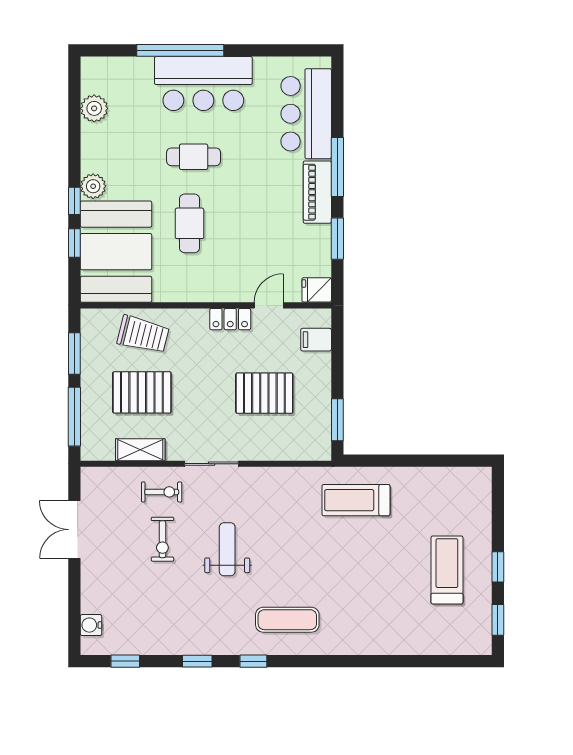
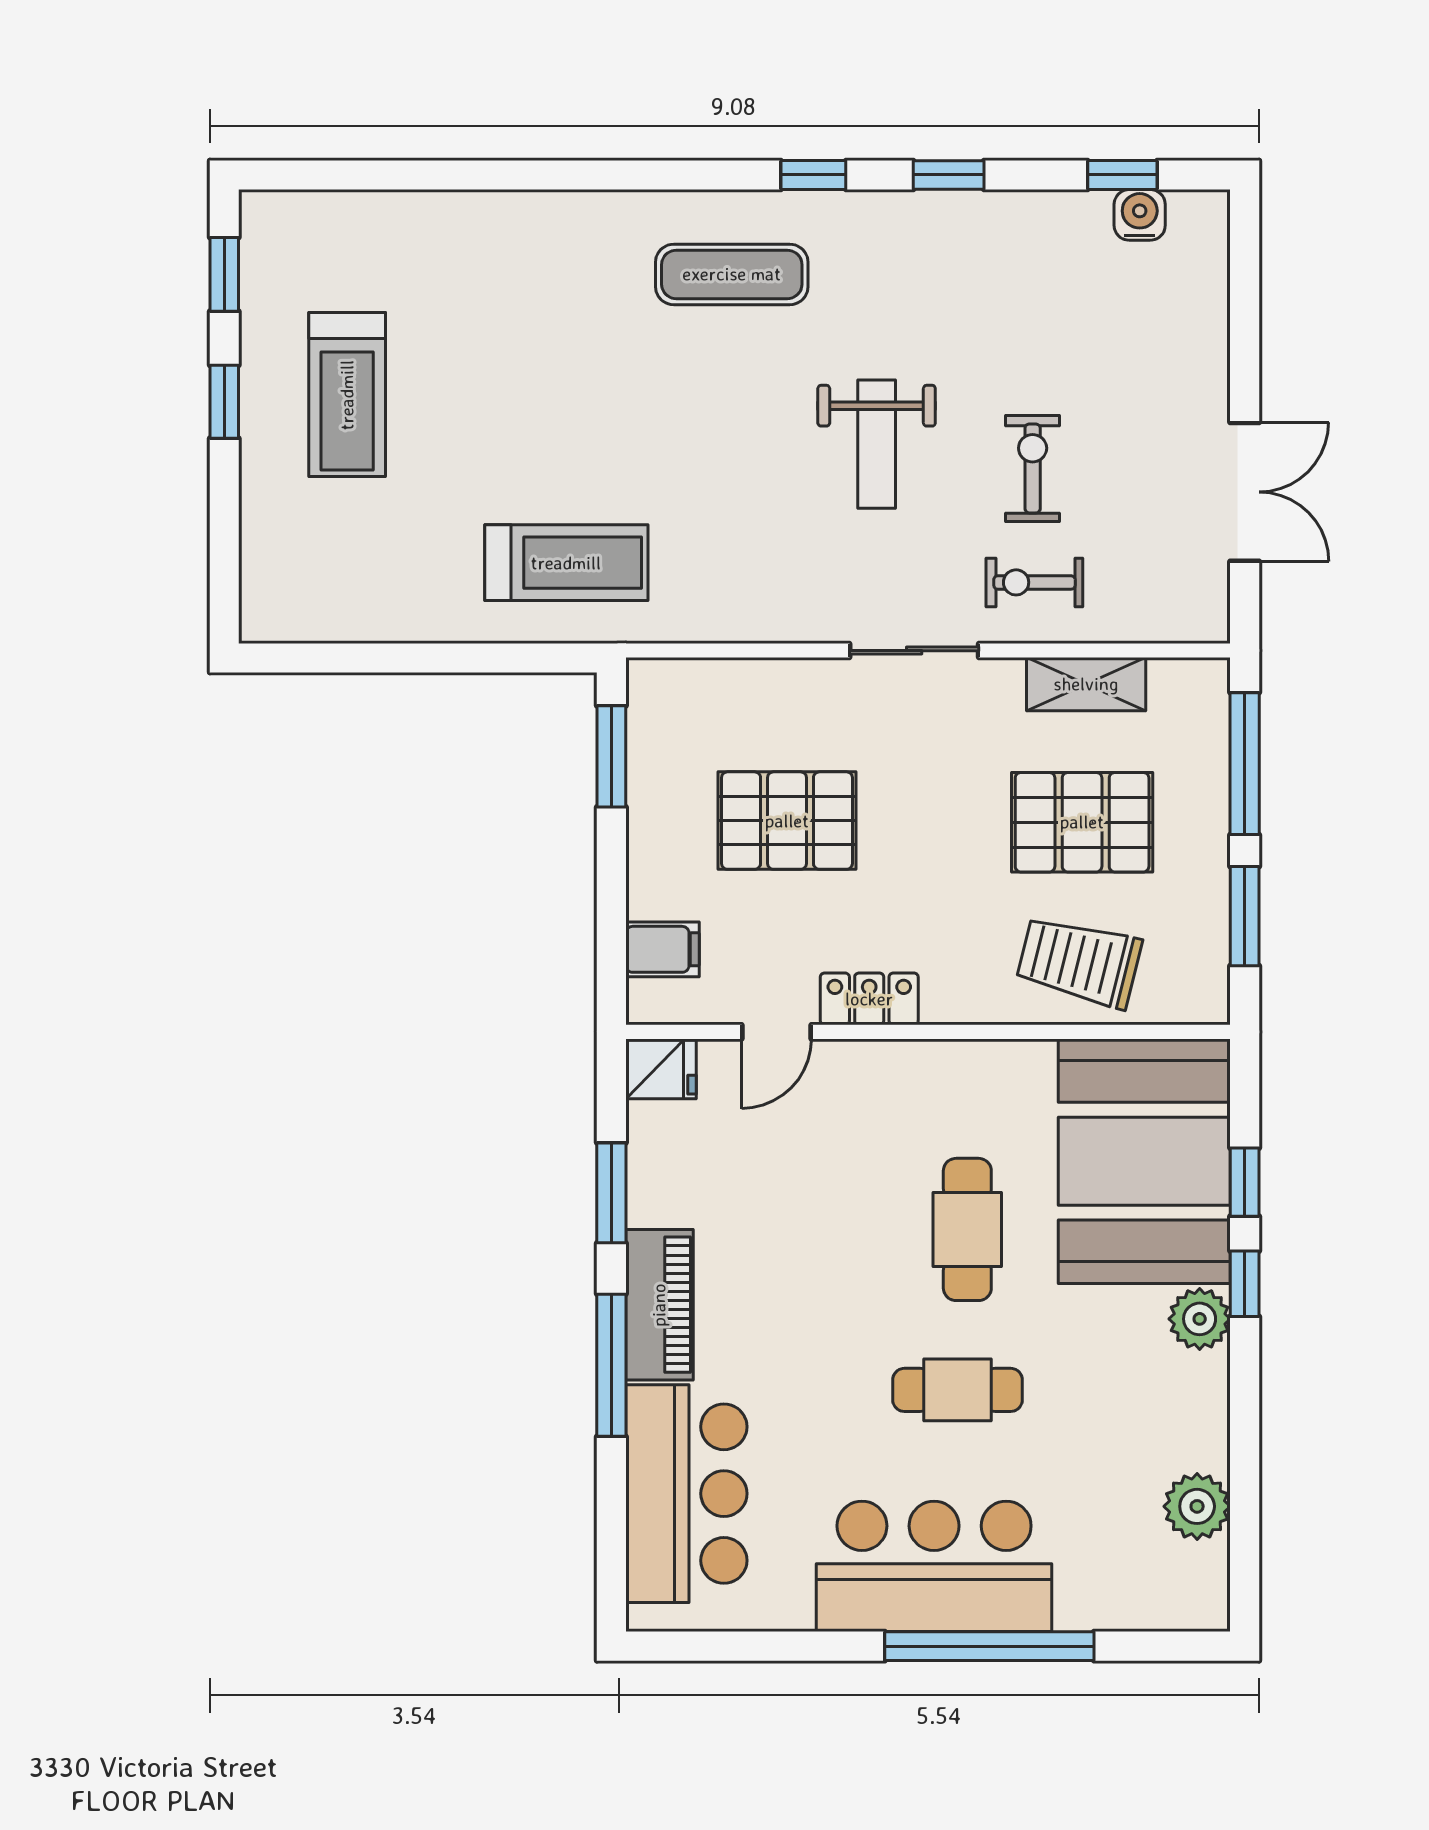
water cooler: (91, 625) -> (1140, 215), moved, turned -90

